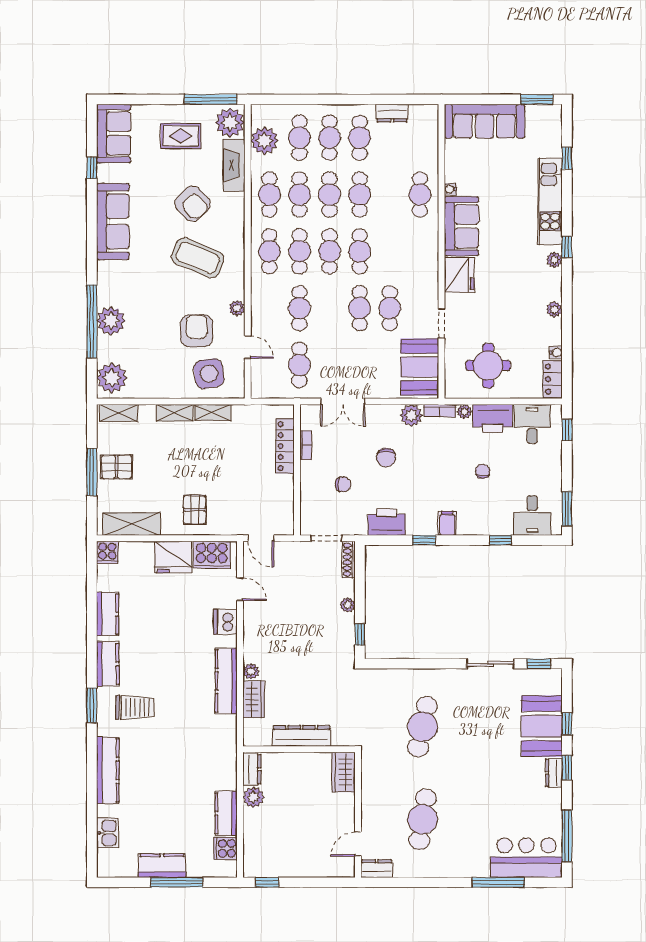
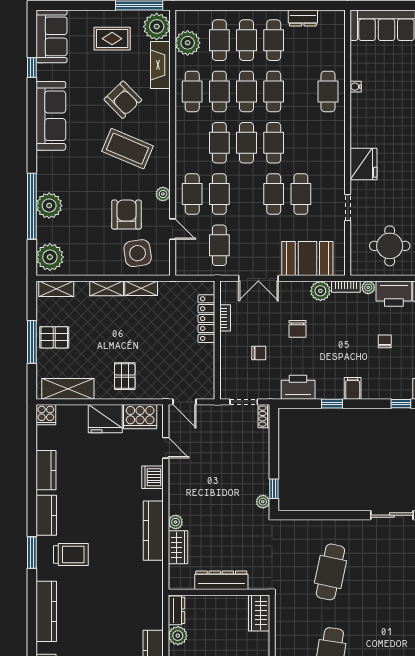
sofa: (461, 226) -> (366, 120), removed
cafe table: (269, 251) -> (192, 194), moved
booth: (420, 367) -> (307, 259), moved, turned 90
shoe rack: (349, 560) -> (264, 416), width x0.70
plant: (348, 605) -> (263, 502), moved

